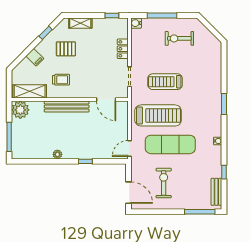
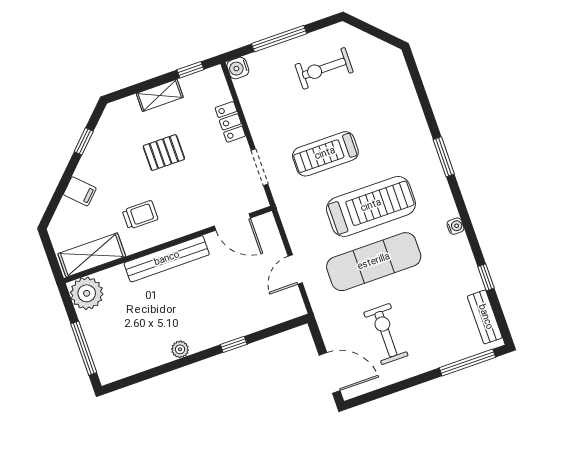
shelving: (80, 23) -> (160, 95), moved
pallet: (66, 49) -> (164, 153), moved
treadmill: (158, 115) -> (371, 206), moved
door: (129, 148) -> (295, 269), moved

